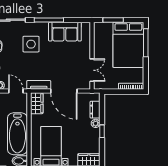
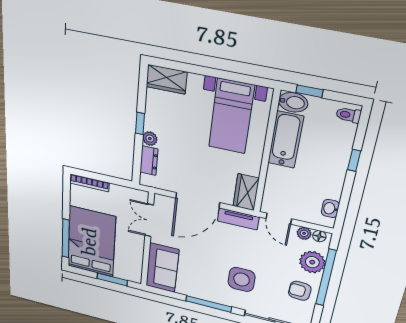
sofa: (65, 32) -> (162, 268), moved, turned 90
door: (64, 91) -> (198, 200), swing flipped
bathtub: (17, 134) -> (286, 140), width x0.73, depth x0.73

